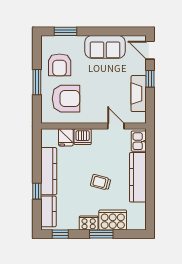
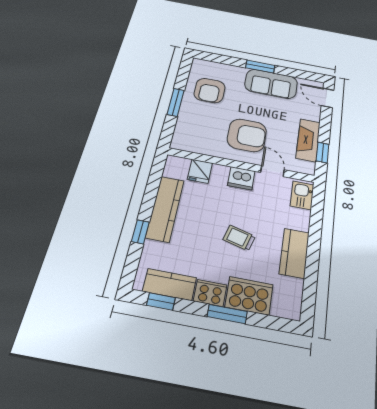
window: (65, 31) -> (260, 67), moved
window: (150, 79) -> (323, 153), moved
armchair: (66, 99) -> (247, 135), moved
dishwasher: (83, 137) -> (241, 178), moved
kitchen counter: (138, 177) -> (294, 253), width x0.67
kitchen counter: (48, 211) -> (170, 284), moved, turned -90

